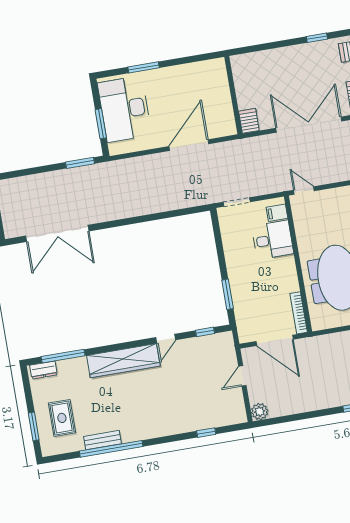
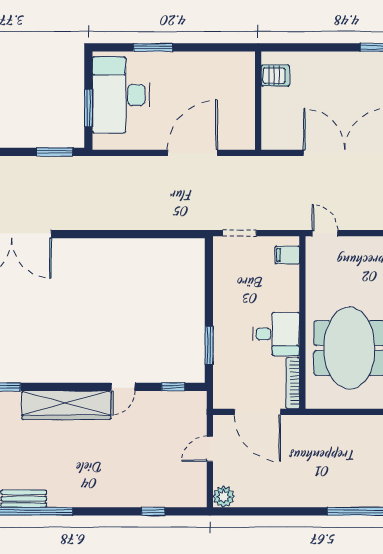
server rack: (249, 121) -> (275, 76), moved, turned 90
desk: (273, 240) -> (276, 334), moved

